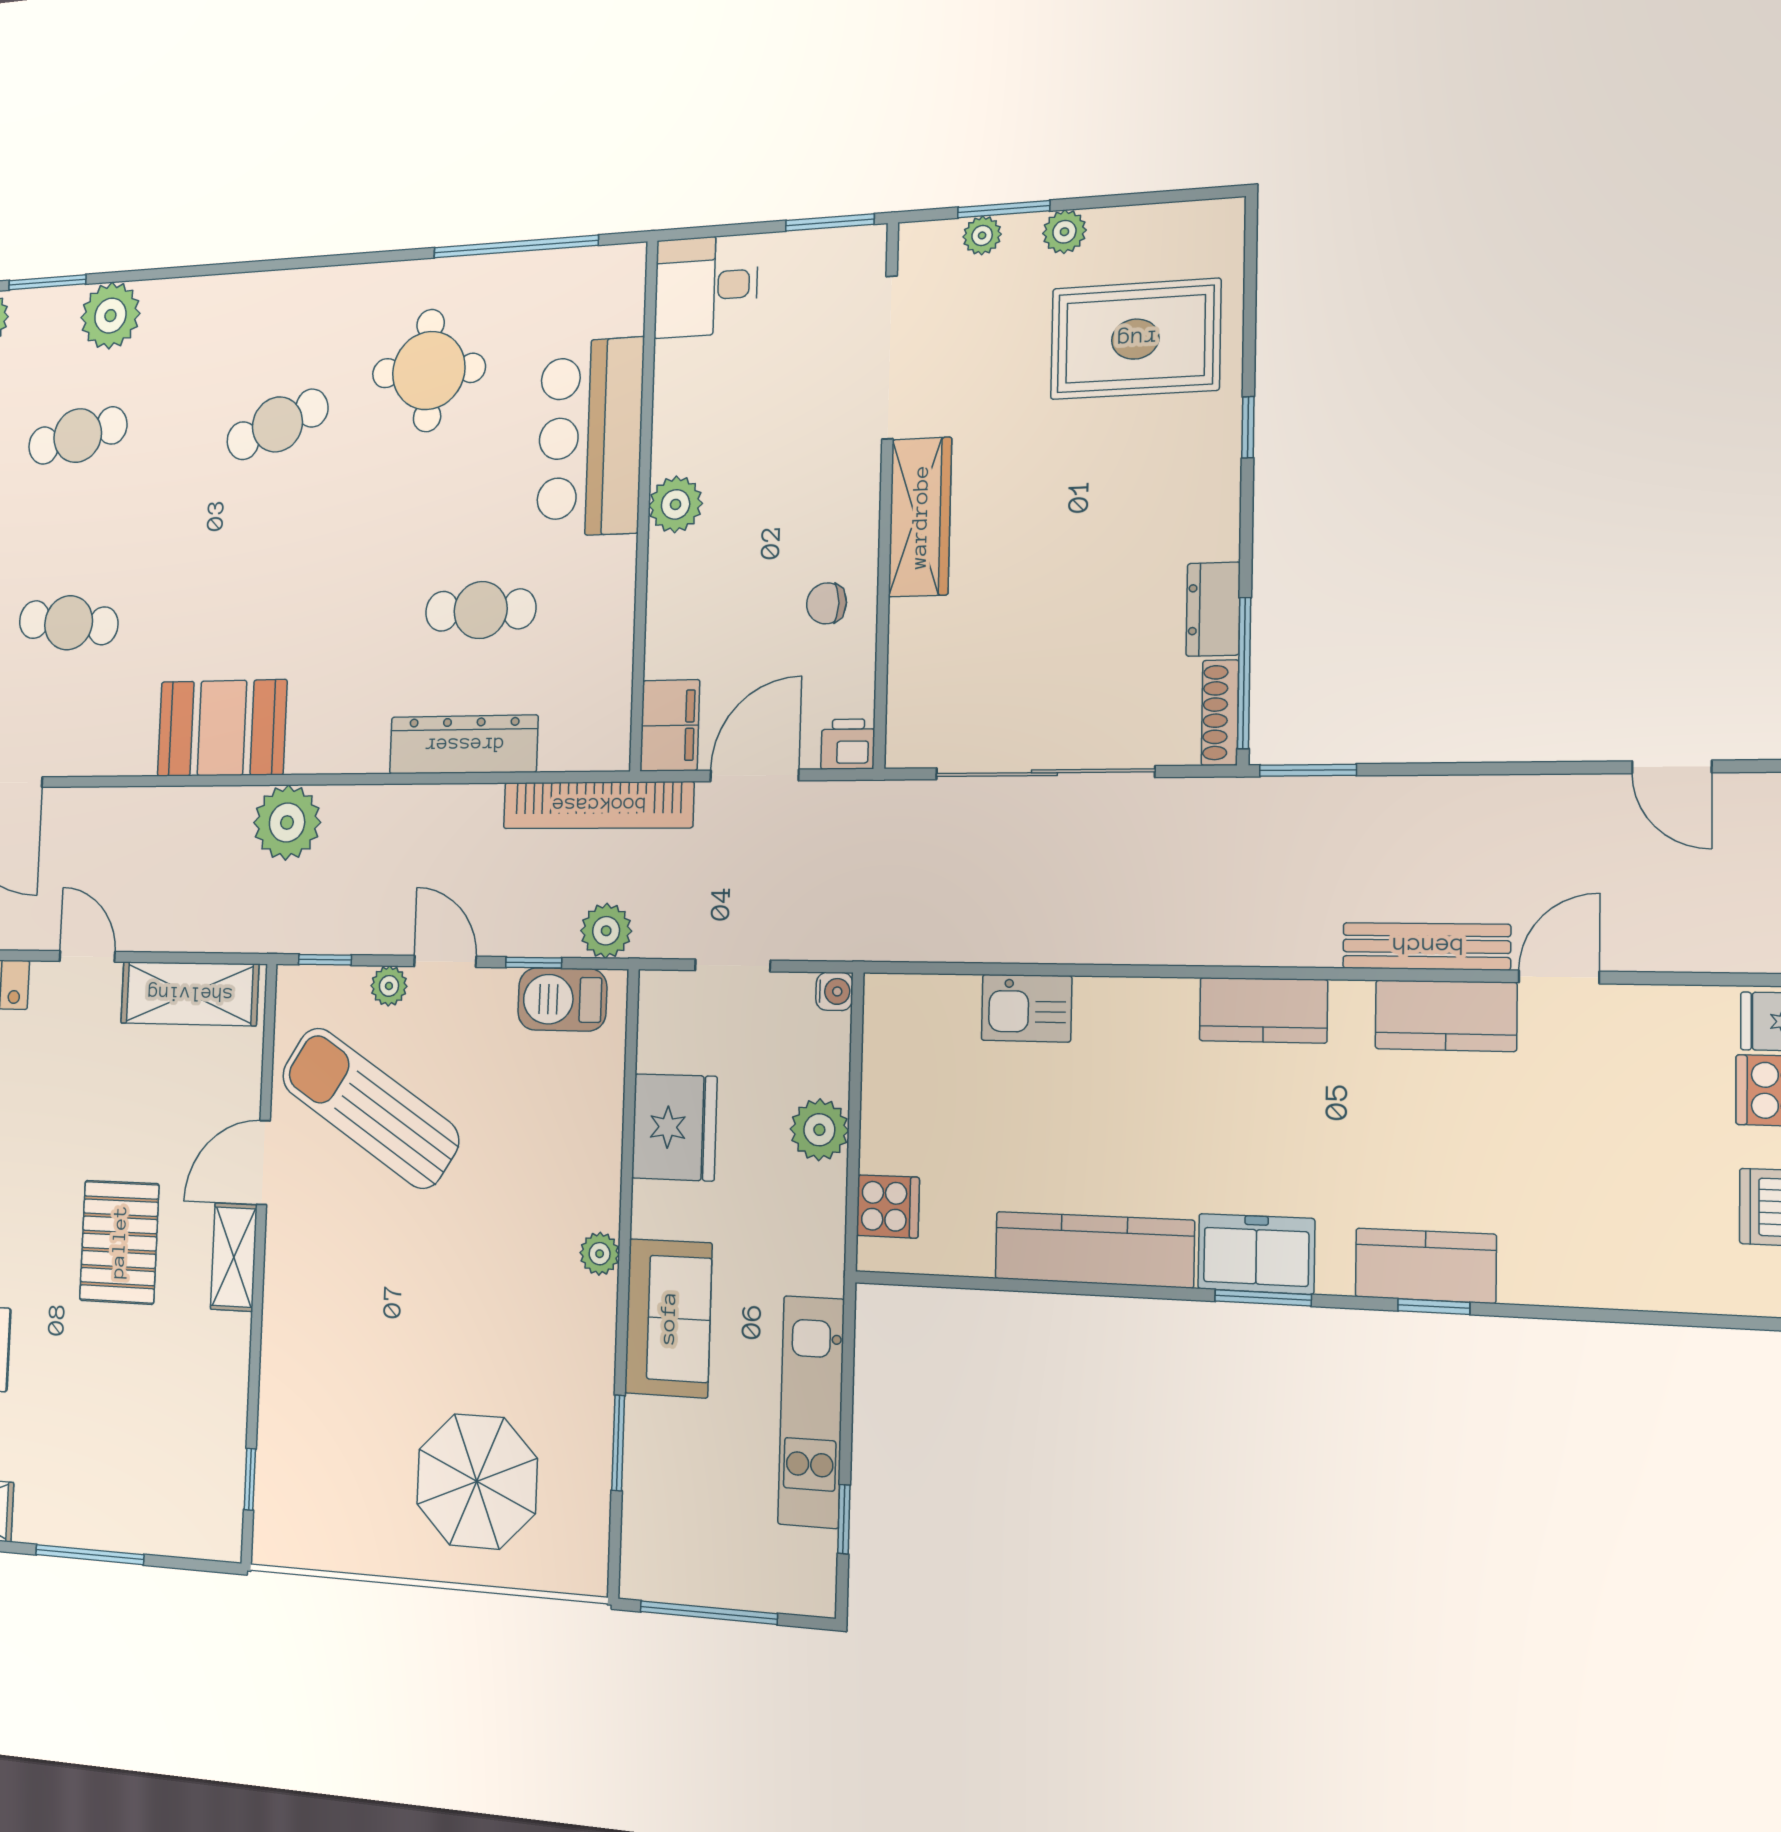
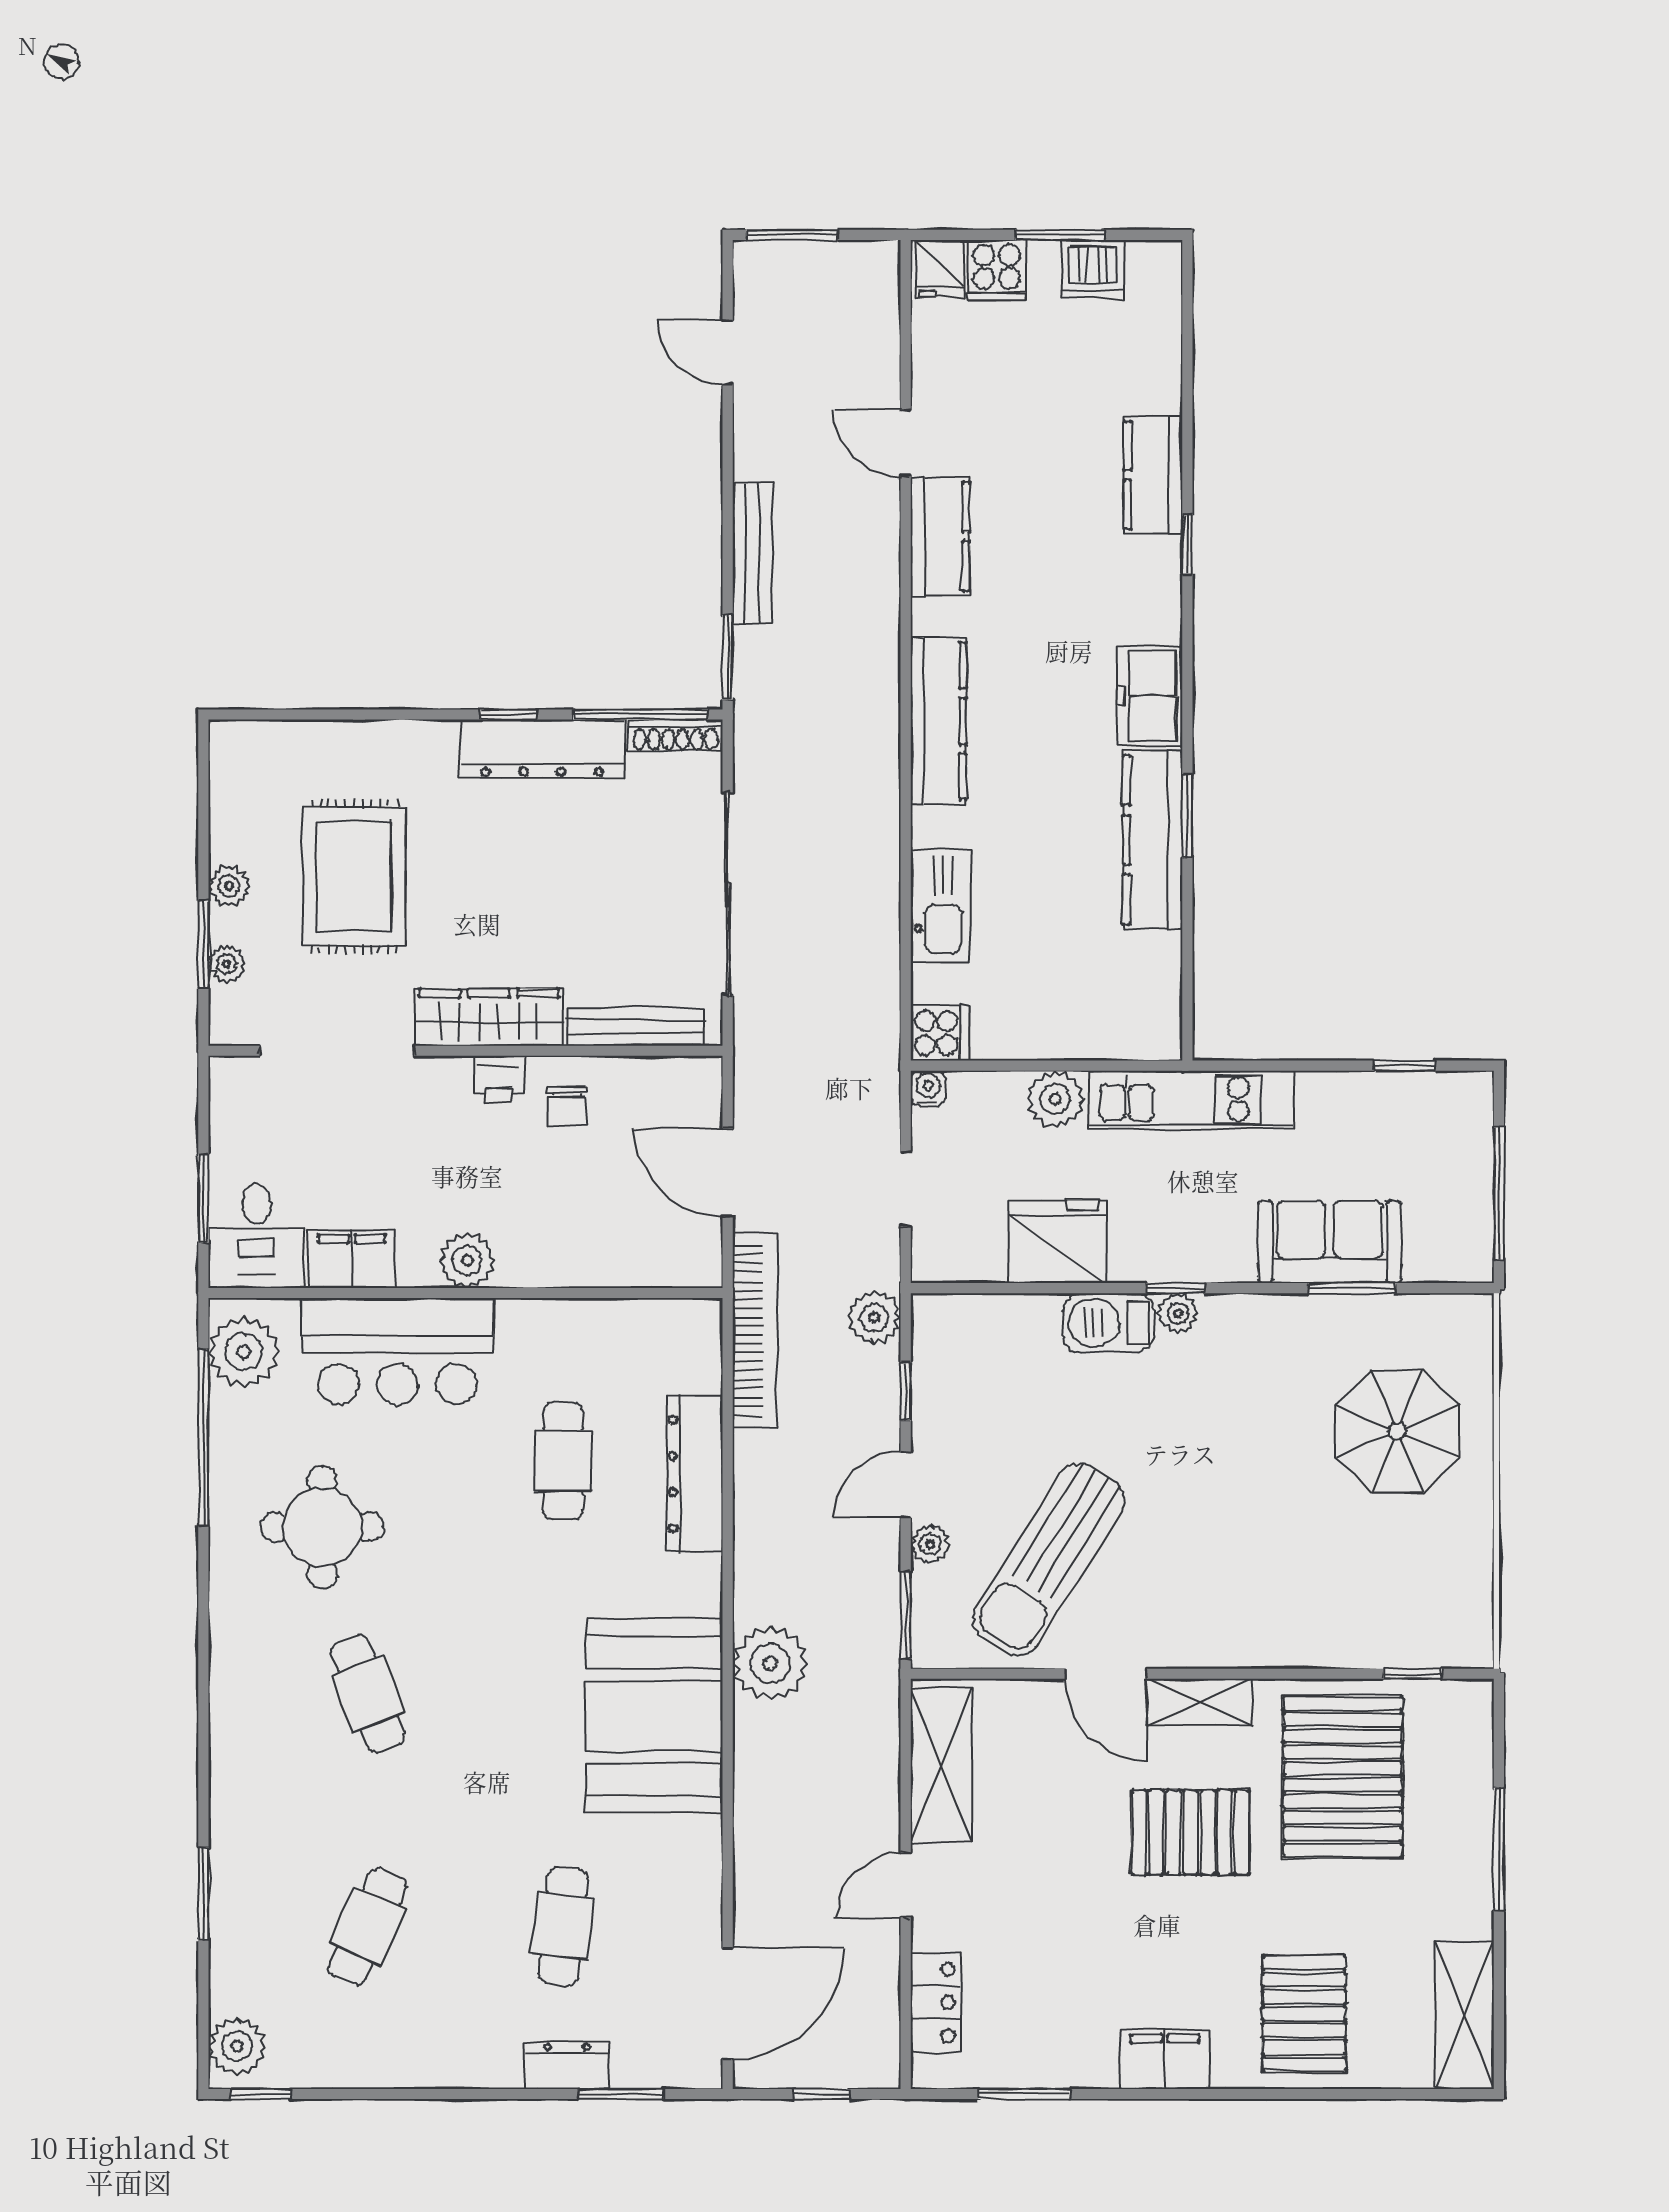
window: (830, 222) -> (203, 1198), moved
window: (47, 282) -> (203, 1894), moved
plant: (110, 316) -> (244, 1352), moved
rug: (1135, 339) -> (354, 877), moved
window: (1248, 427) -> (508, 715), moved
cafe table: (78, 436) -> (368, 1926), turned 36
dresser: (1213, 609) -> (542, 749), width x1.96, depth x1.24
bench: (907, 675) -> (636, 1026), added
filing cabinet: (670, 725) -> (352, 1259), moved
booth: (222, 728) -> (654, 1716), width x1.36, depth x1.42
printer: (848, 744) -> (499, 1079), moved, turned -90
door: (1672, 767) -> (728, 353), swing flipped
bench: (1426, 946) -> (752, 554), moved
window: (325, 960) -> (906, 1615), width x1.50
barbecue: (562, 999) -> (1109, 1323), moved, turned 90
kitchen sink: (1026, 1008) -> (940, 906), width x1.38
kitchen counter: (1263, 1010) -> (938, 721), width x1.50
cooker: (888, 1206) -> (940, 1033), moved, turned 90
window: (624, 1252) -> (1176, 1288), added
kitchen counter: (1425, 1266) -> (1153, 475), moved
window: (1263, 1298) -> (1187, 816), moved
sofa: (668, 1318) -> (1330, 1242), moved
pallet: (161, 1400) -> (1343, 1777), added
kitchen unit: (811, 1412) -> (1191, 1100), moved

